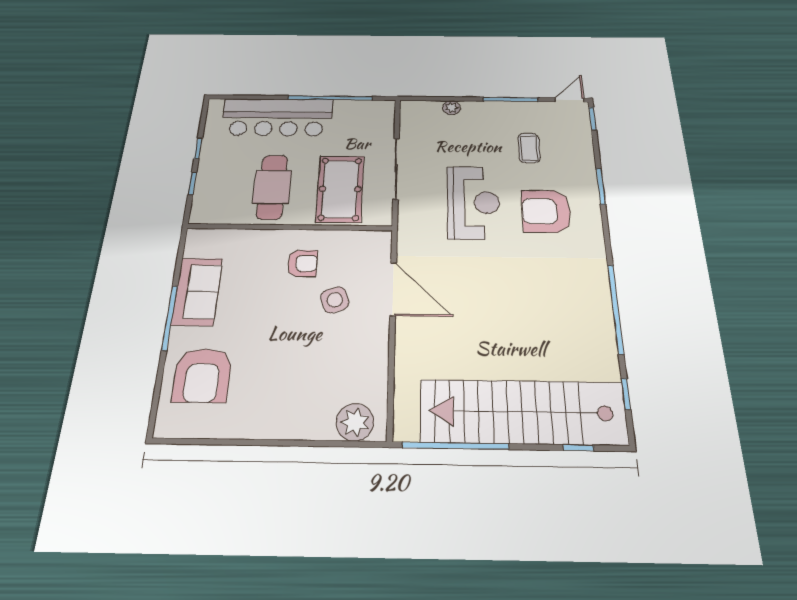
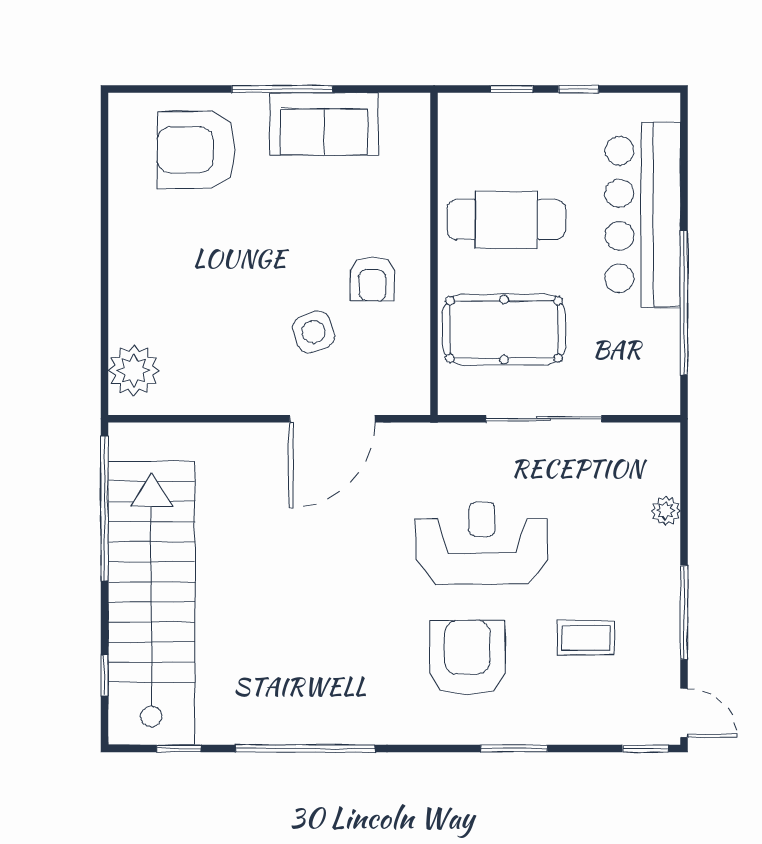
reception desk: (473, 202) -> (482, 543), turned 180

